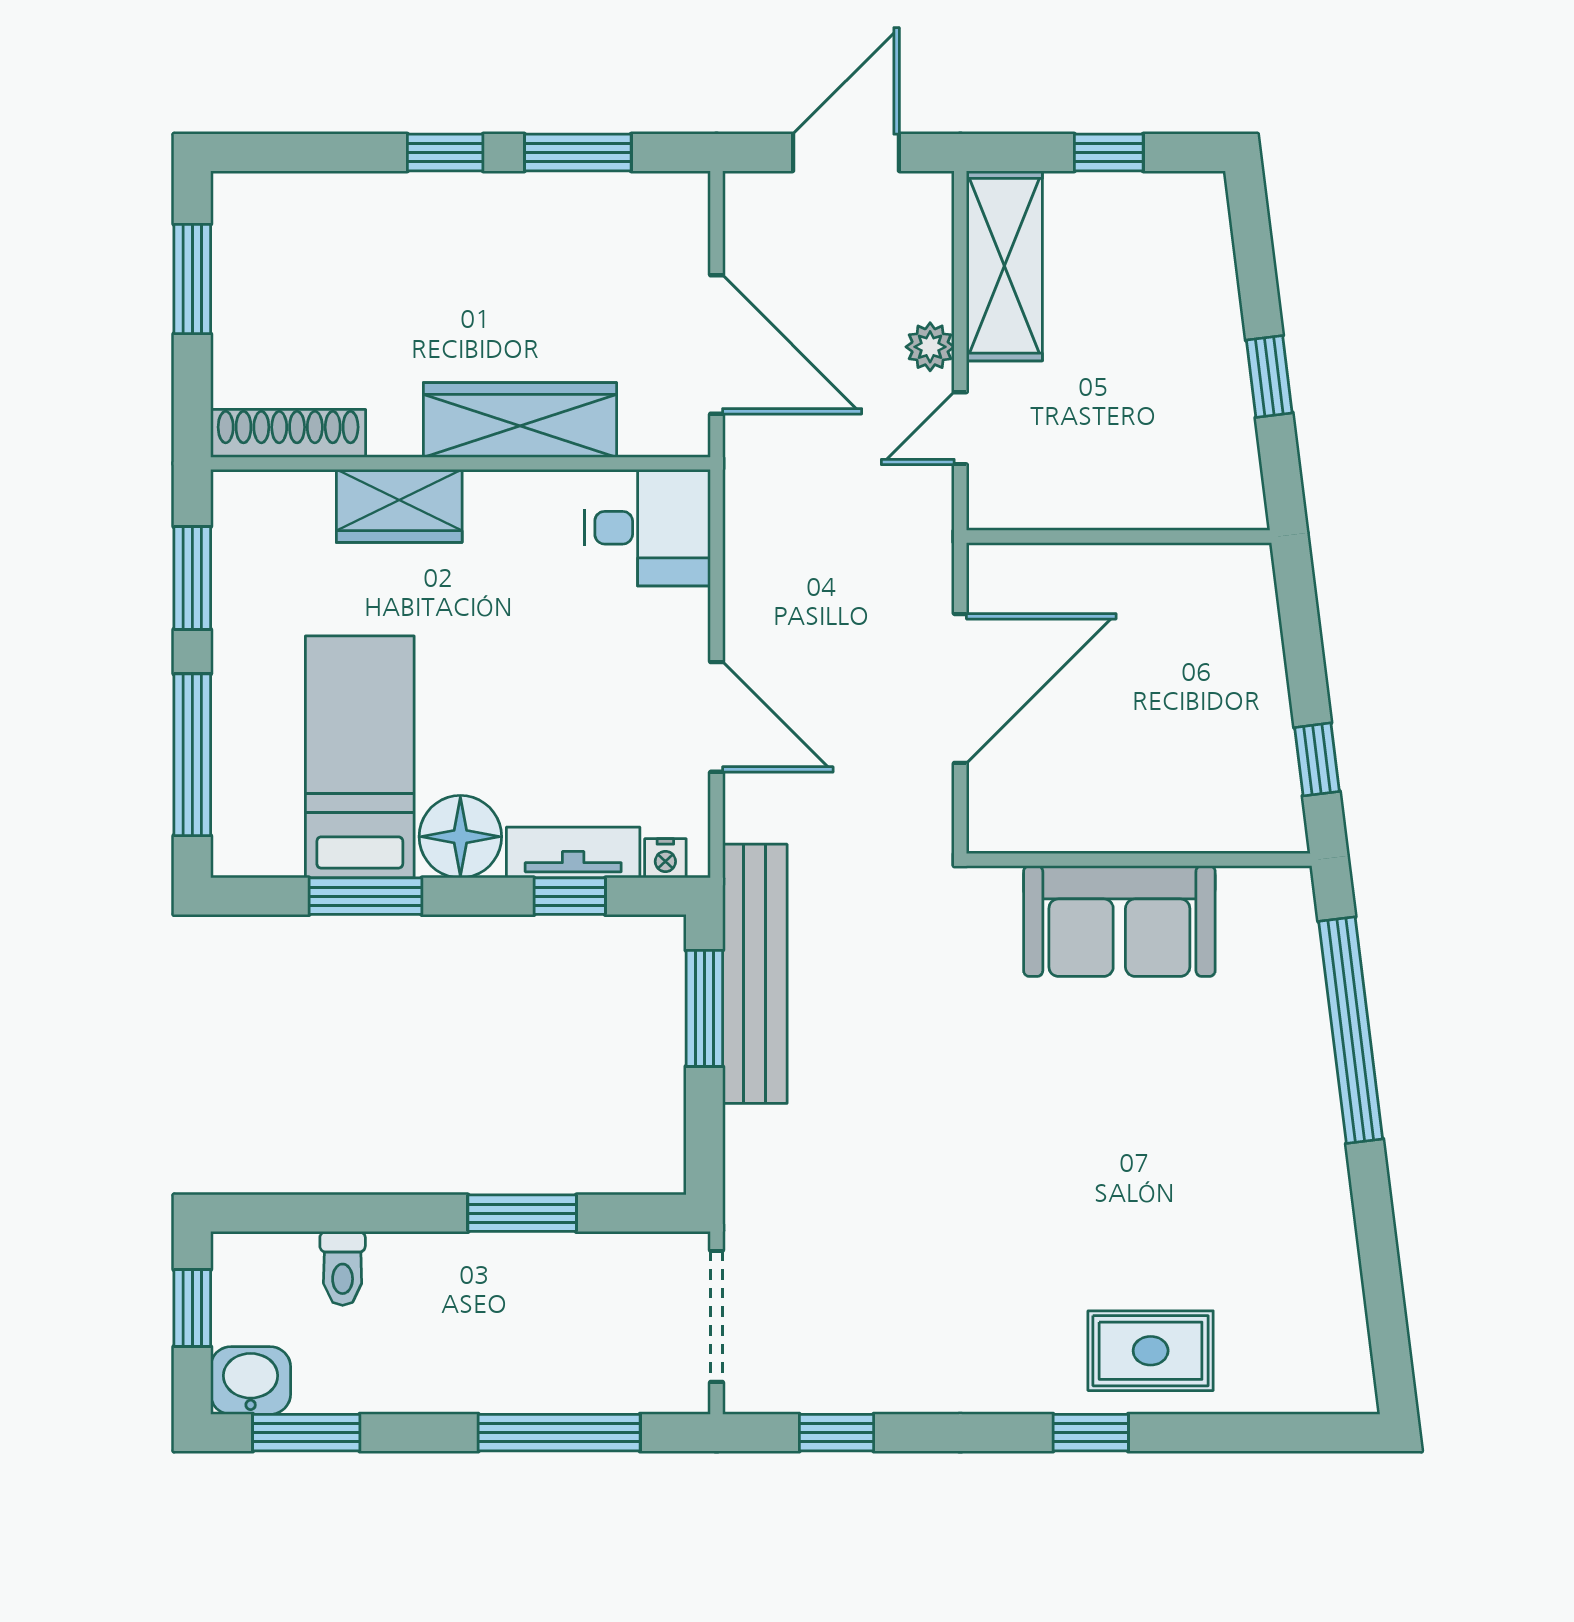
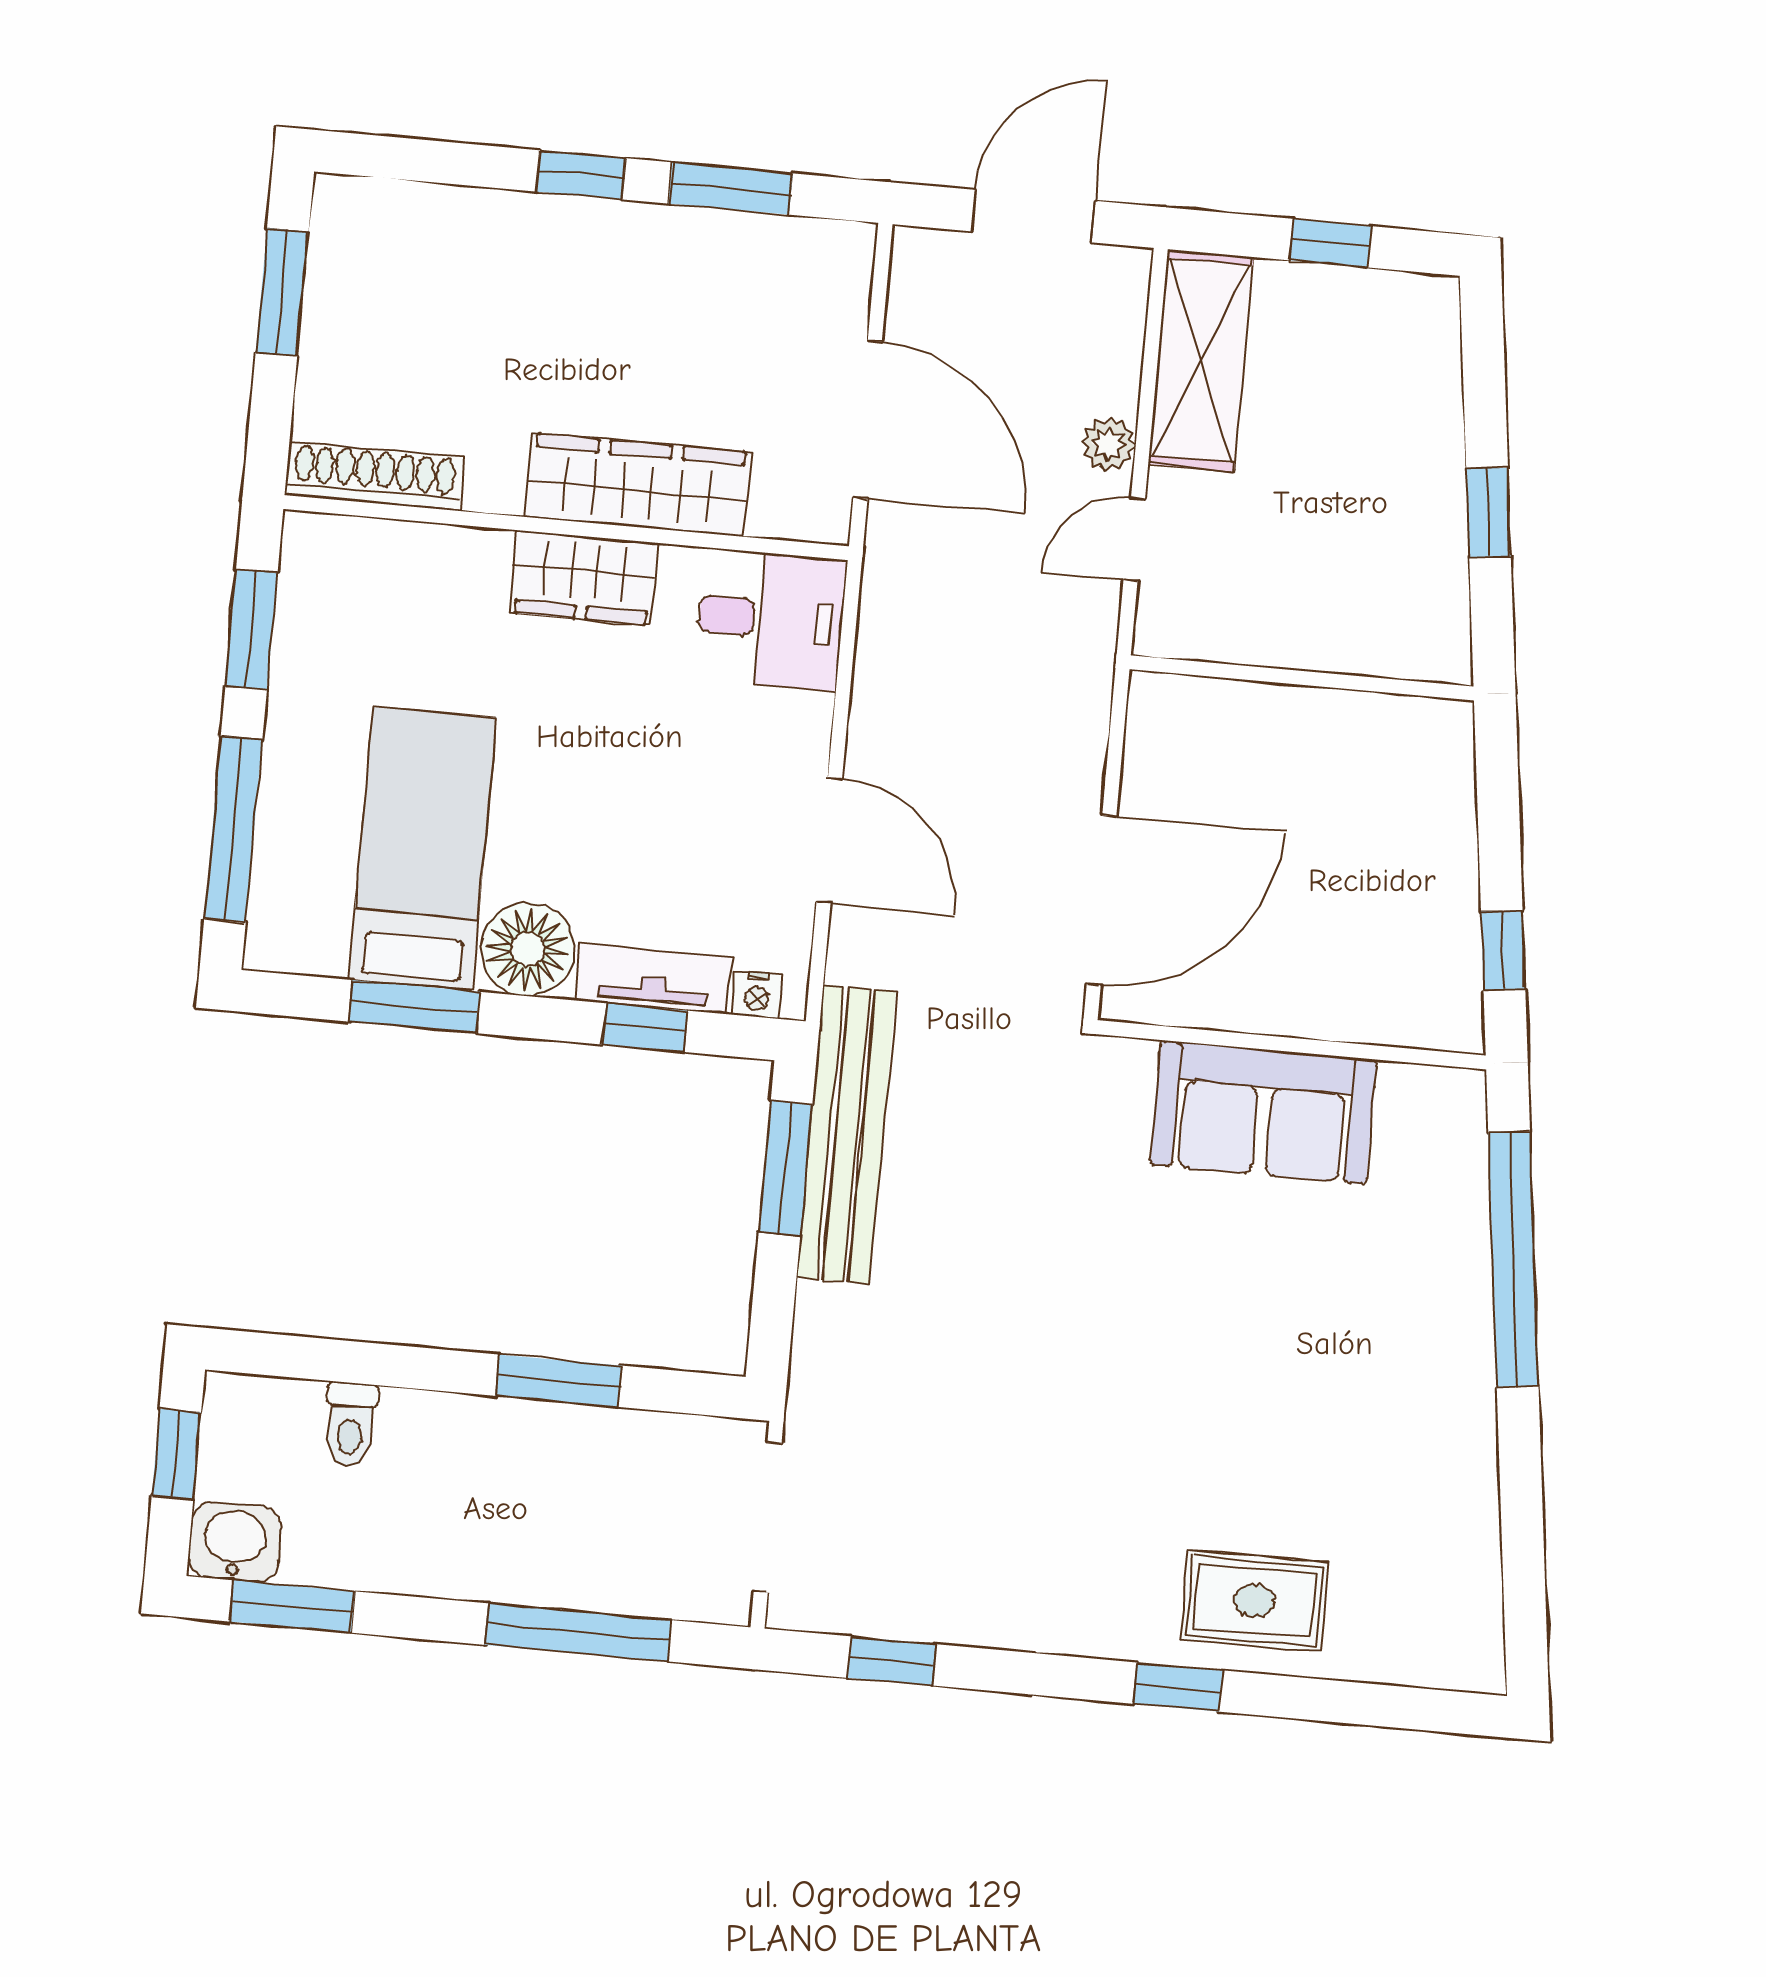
wardrobe: (399, 506) -> (584, 578), moved
door: (960, 688) -> (1101, 900), moved

